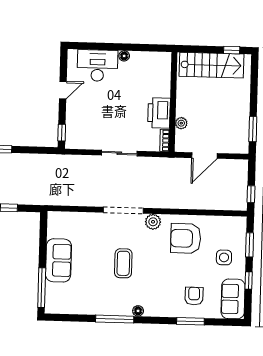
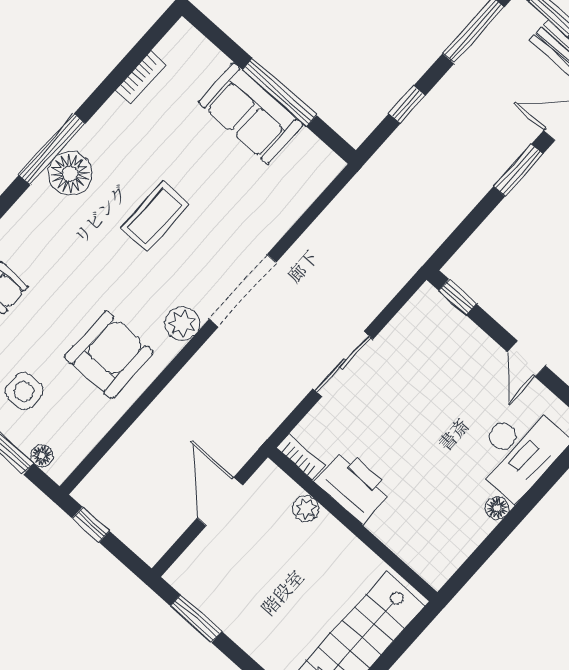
floor lamp: (241, 232) -> (42, 456), added
coffee table: (123, 263) -> (155, 216), turned 90
window: (42, 288) -> (279, 92), moved
bookcase: (79, 310) -> (141, 77), added
floor lamp: (138, 311) -> (70, 174), width x1.89, depth x1.89
window: (115, 319) -> (52, 149), moved

